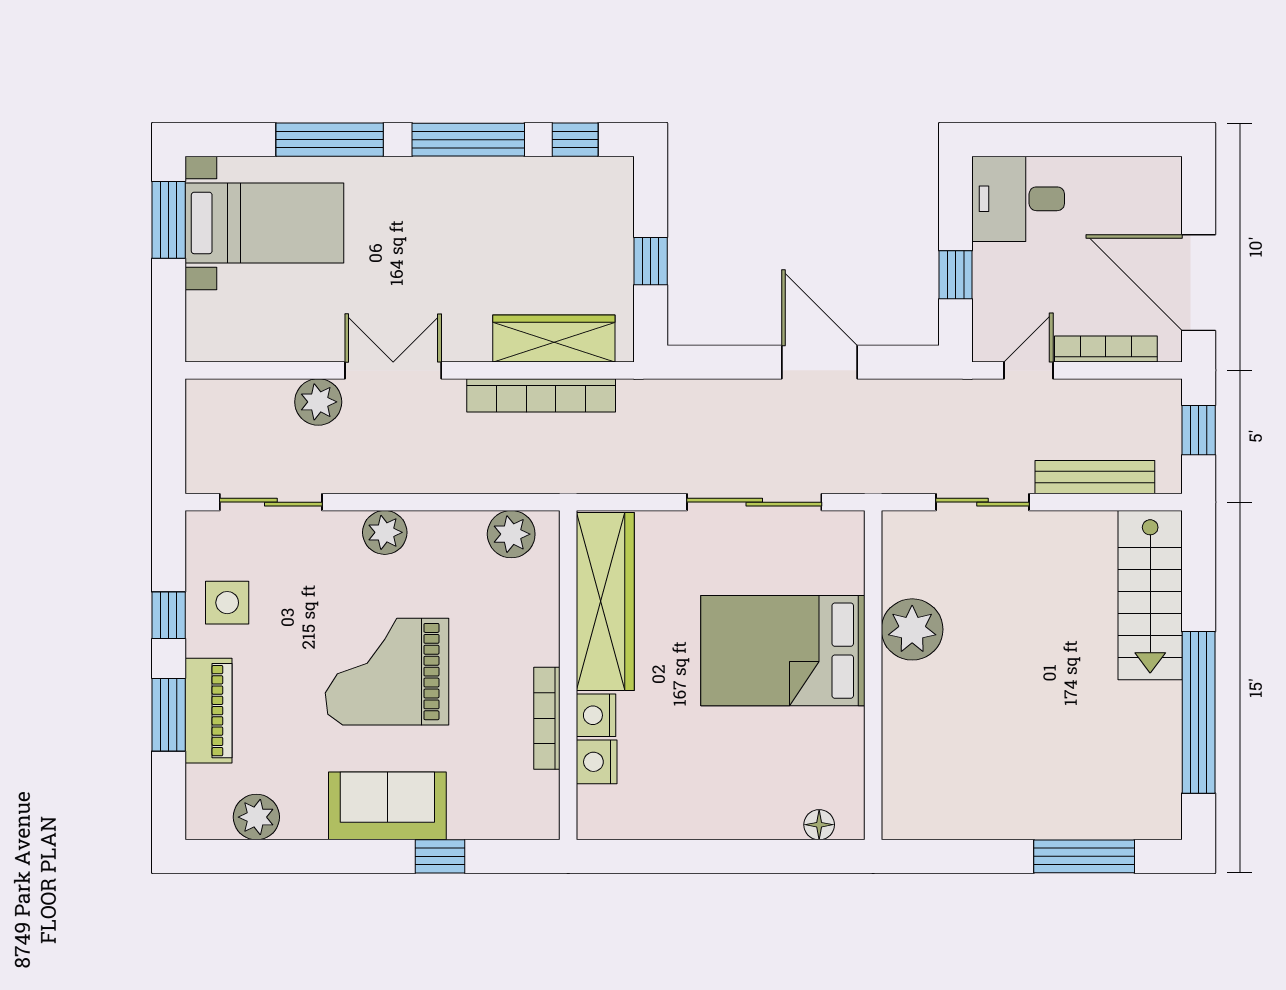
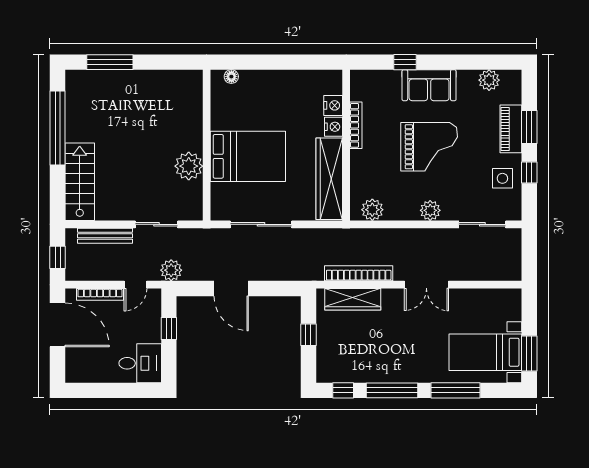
plant: (318, 402) -> (171, 270), moved

